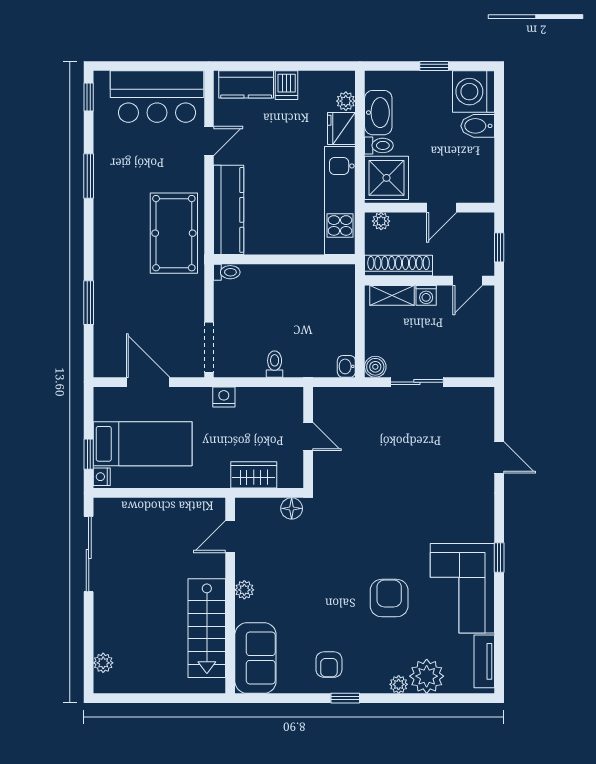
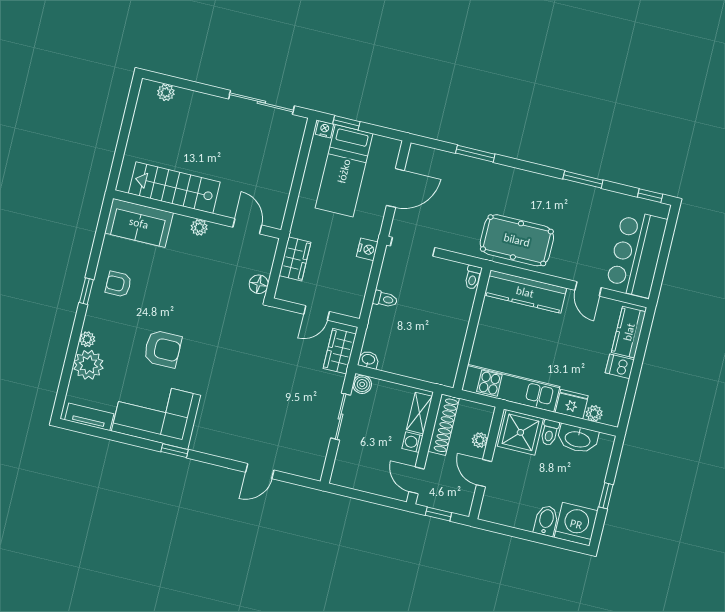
plant: (381, 221) -> (480, 440), moved
wardrobe: (344, 401) -> (340, 351), added

